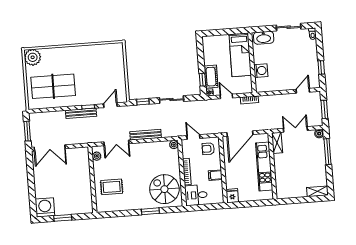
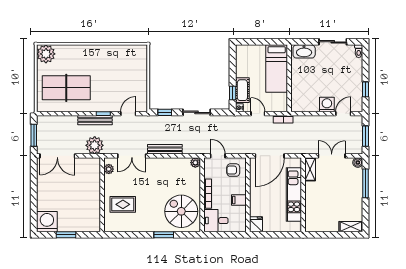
washing machine: (261, 71) -> (327, 104), moved, turned -90
plant: (82, 136) -> (95, 145), added

